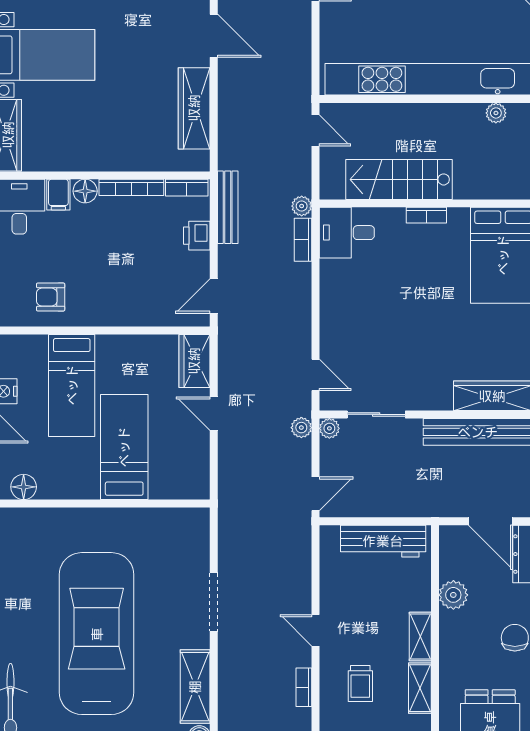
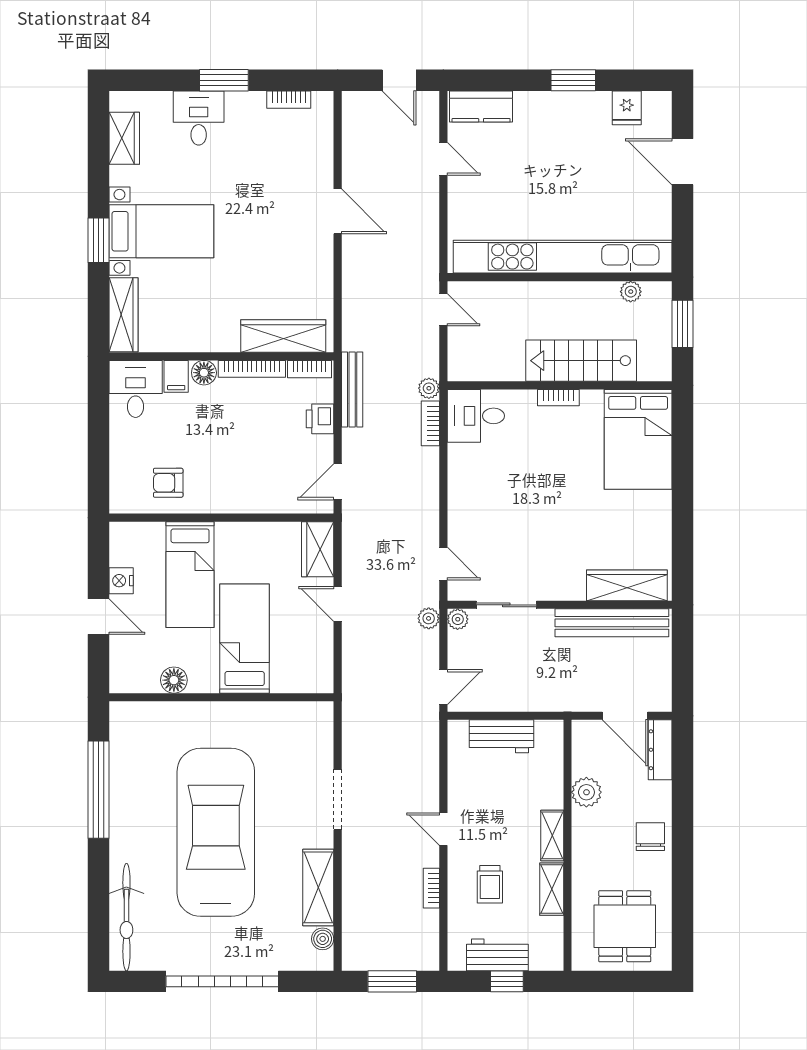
wardrobe: (194, 108) -> (283, 336), moved, turned 90
stairs: (399, 179) -> (581, 361), moved
floor lamp: (24, 487) -> (174, 680), moved
workbench: (383, 541) -> (501, 736), width x0.73

